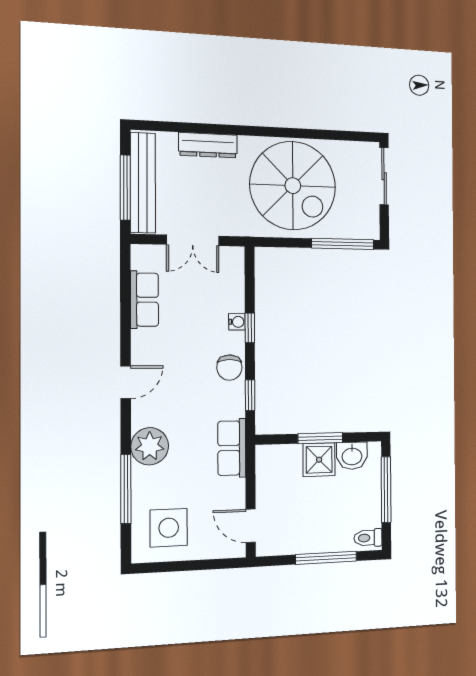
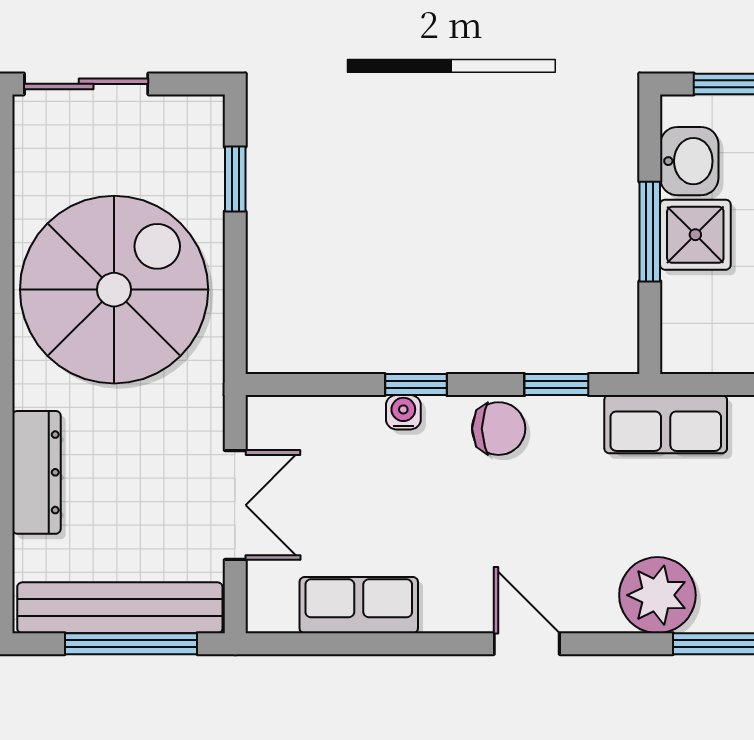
window: (343, 244) -> (235, 179), width x0.46

